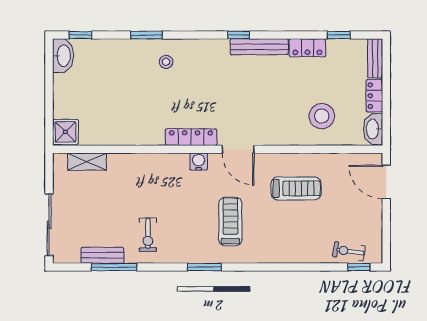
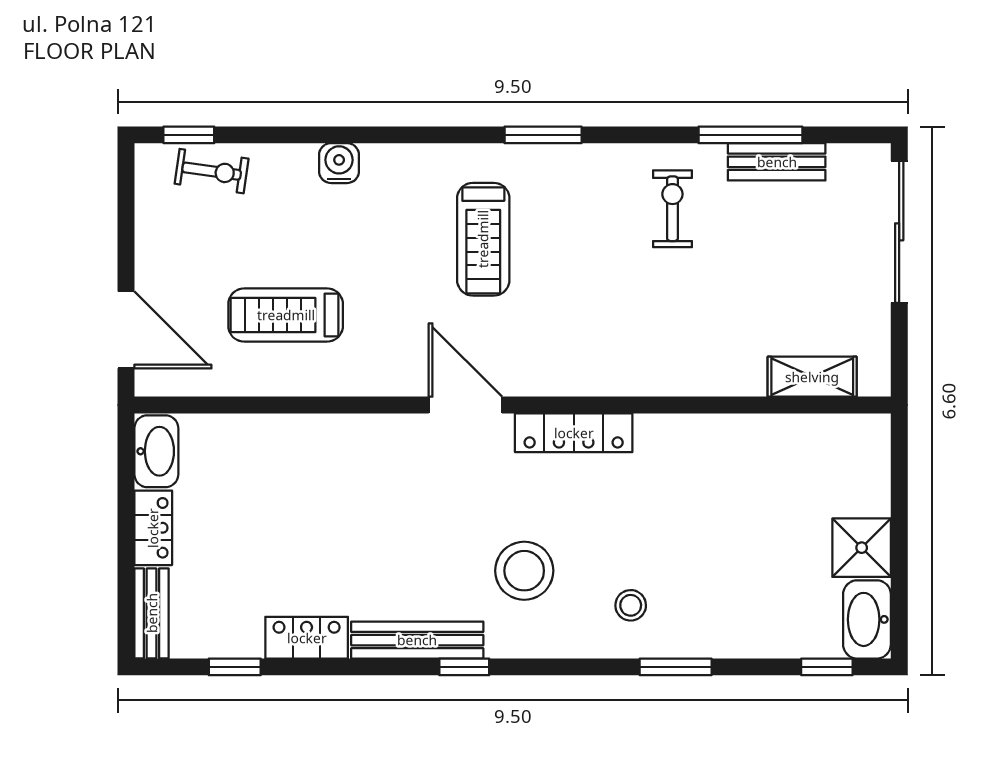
stool: (322, 116) -> (524, 571), moved
shower: (65, 132) -> (862, 548), moved
water cooler: (199, 162) -> (339, 163), moved, turned 180
treadmill: (296, 188) -> (286, 315), moved

